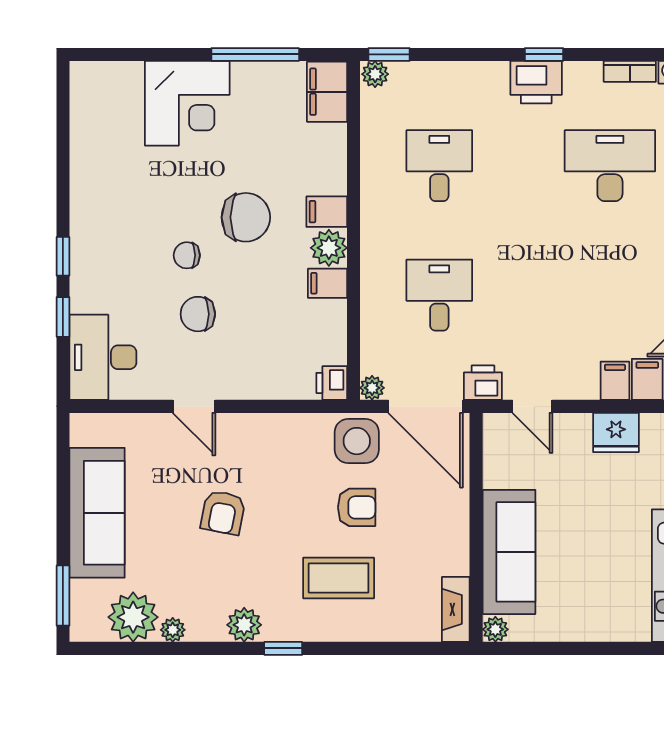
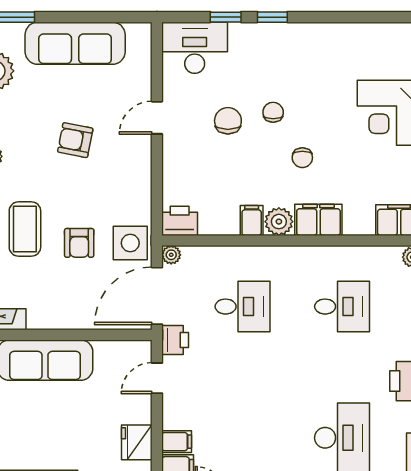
filing cabinet: (327, 212) -> (318, 220), width x2.00
chair: (246, 217) -> (302, 158), width x0.54, depth x0.54
printer: (332, 383) -> (180, 221), width x1.36, depth x1.24

